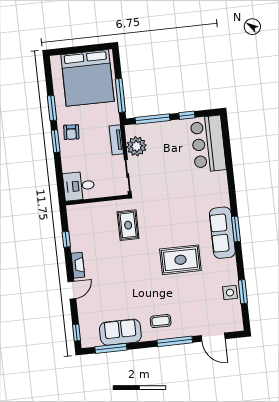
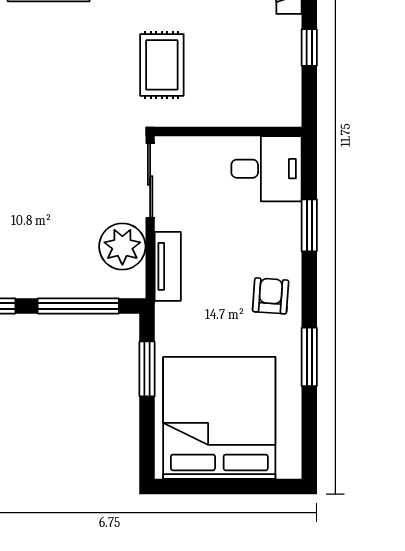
window: (120, 95) -> (147, 369), width x0.69
window: (56, 141) -> (309, 225), moved

